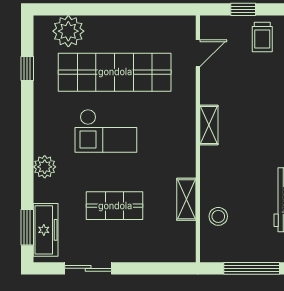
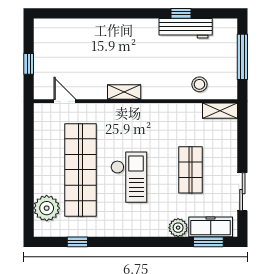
trolley: (262, 37) -> (51, 48), removed
plant: (45, 167) -> (178, 228), moved
shelving: (186, 199) -> (220, 111), moved

